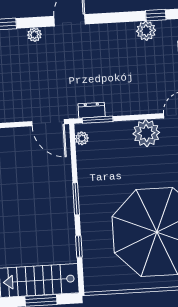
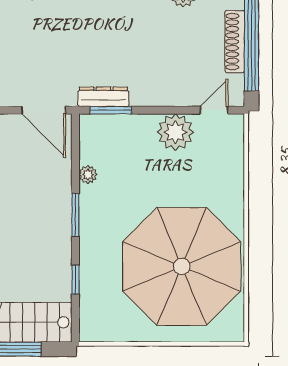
dresser: (92, 110) -> (103, 97), width x1.44
plant: (82, 138) -> (88, 175), moved

